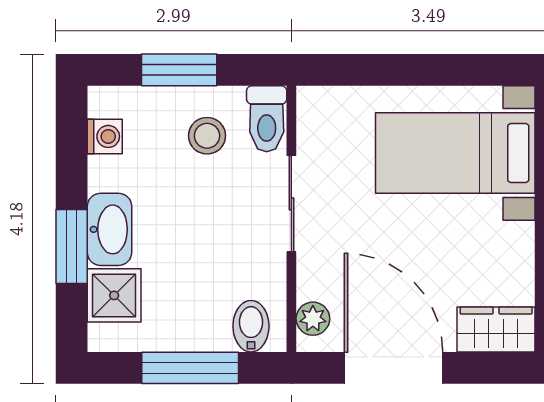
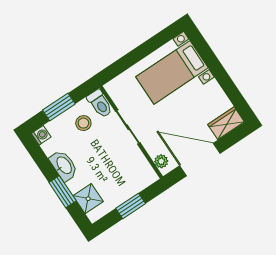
washing machine: (105, 136) -> (41, 135), moved
washbasin: (109, 229) -> (64, 166), moved
bidet: (251, 326) -> (142, 178), removed
window: (190, 368) -> (131, 206), width x0.69

